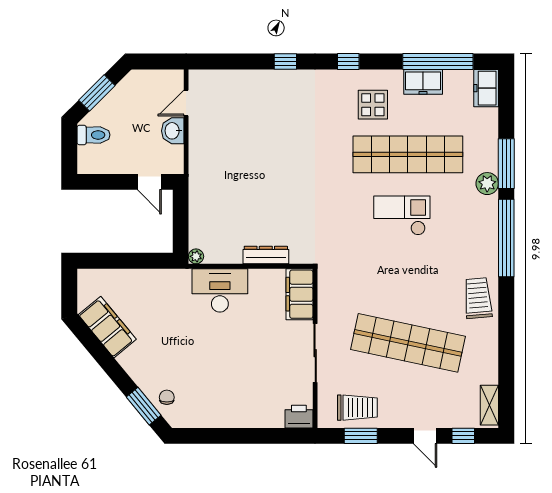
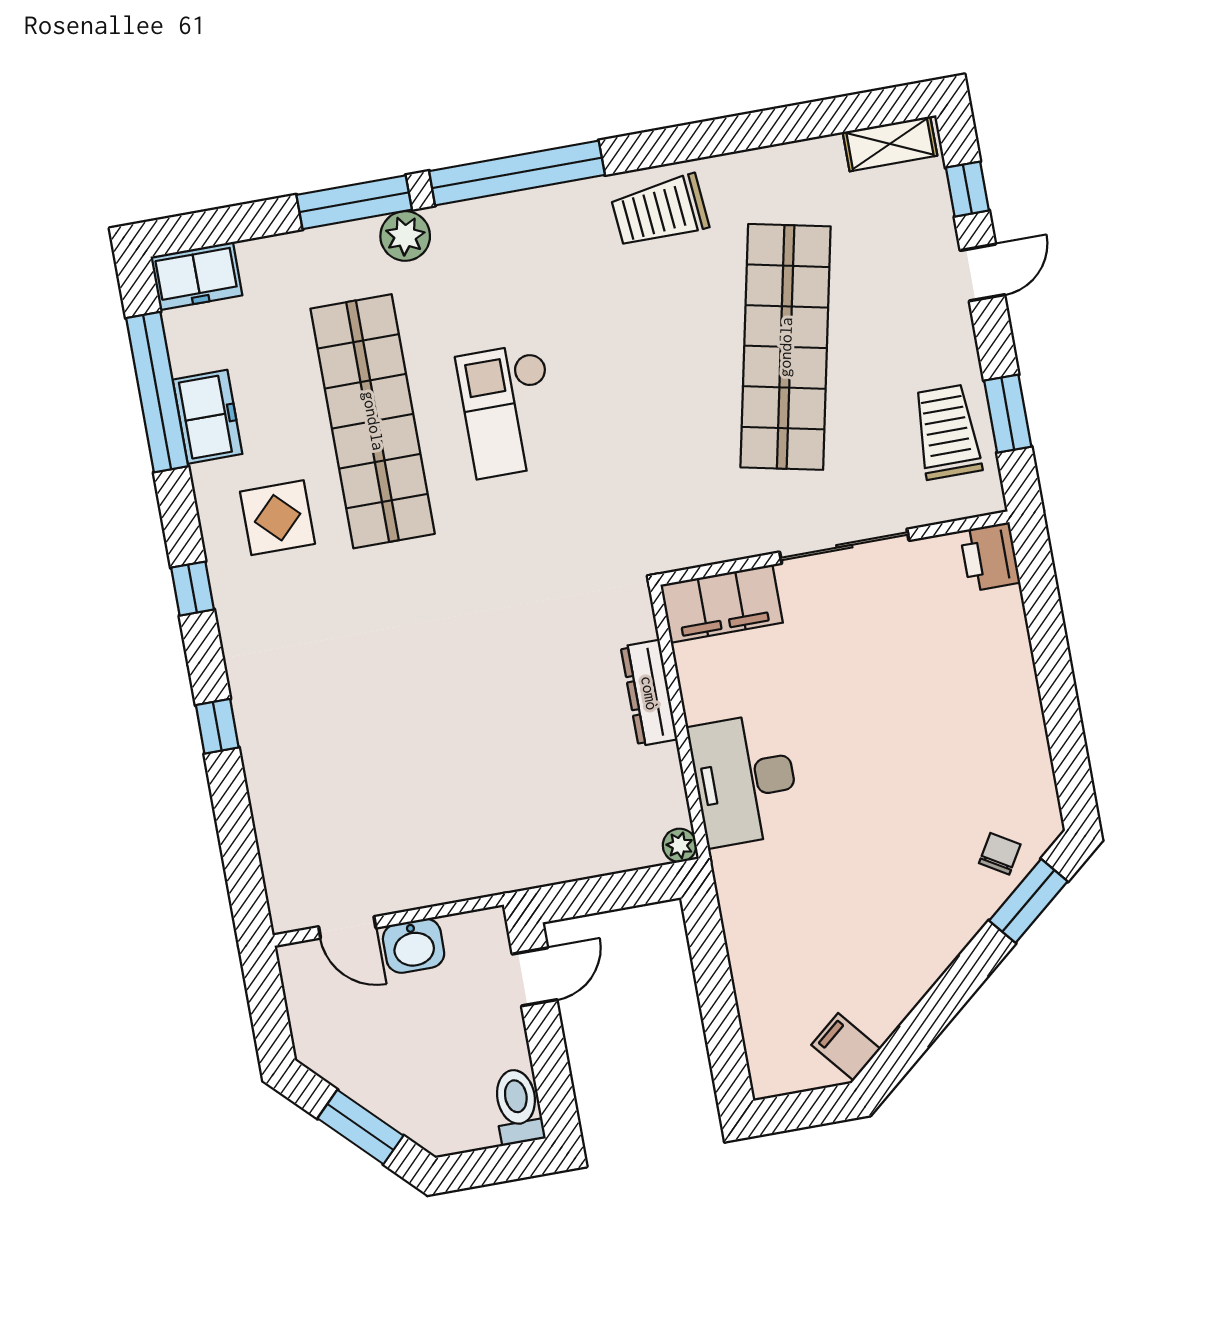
toilet: (93, 135) -> (518, 1106), moved
filing cabinet: (107, 327) -> (846, 1047), width x0.33, depth x0.86
chair: (167, 397) -> (1000, 854), turned 121

